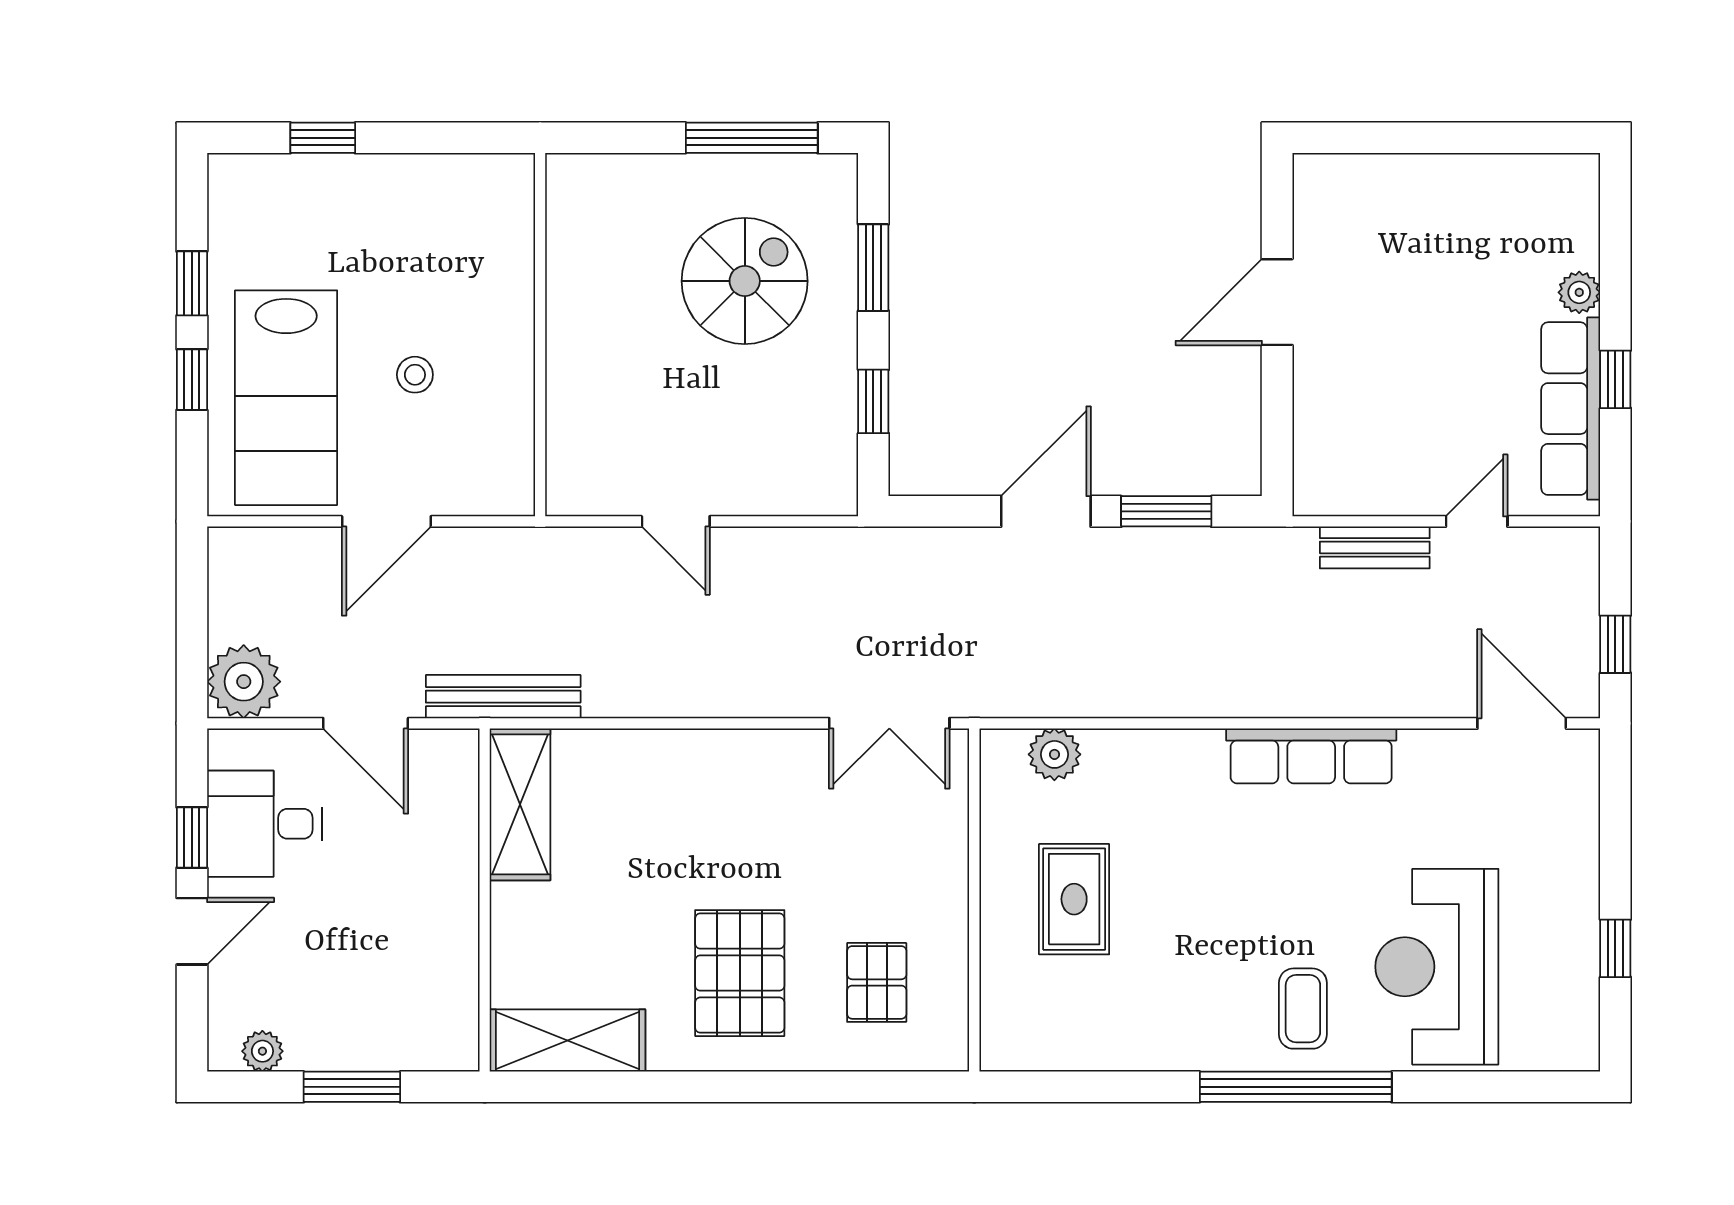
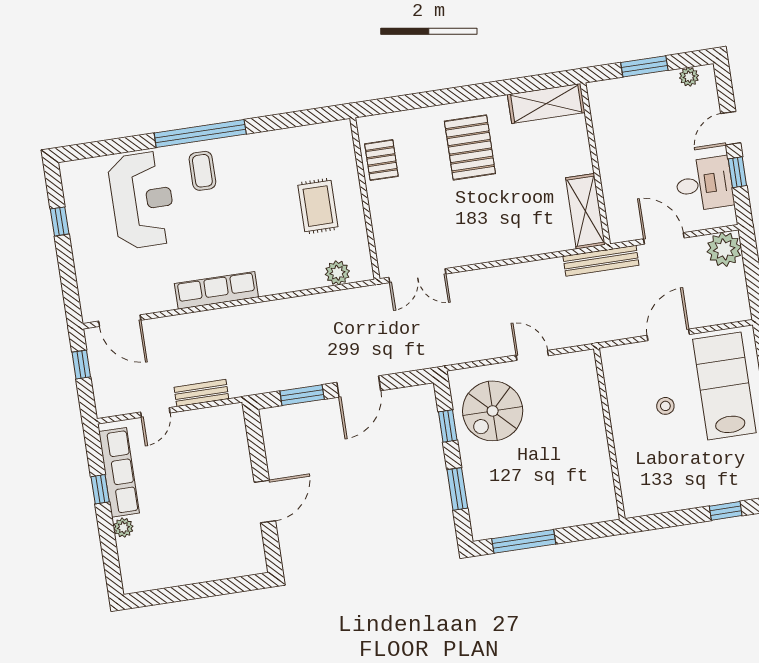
spiral stairs: (745, 281) -> (493, 411), moved
double door: (889, 723) -> (417, 276), swing flipped
pallet: (877, 982) -> (381, 160), moved

